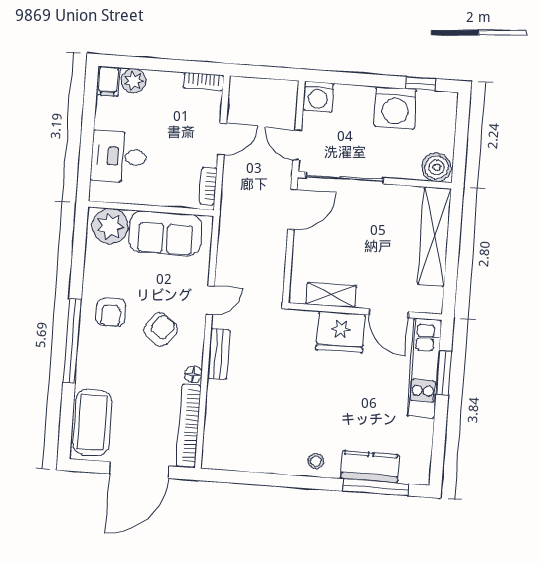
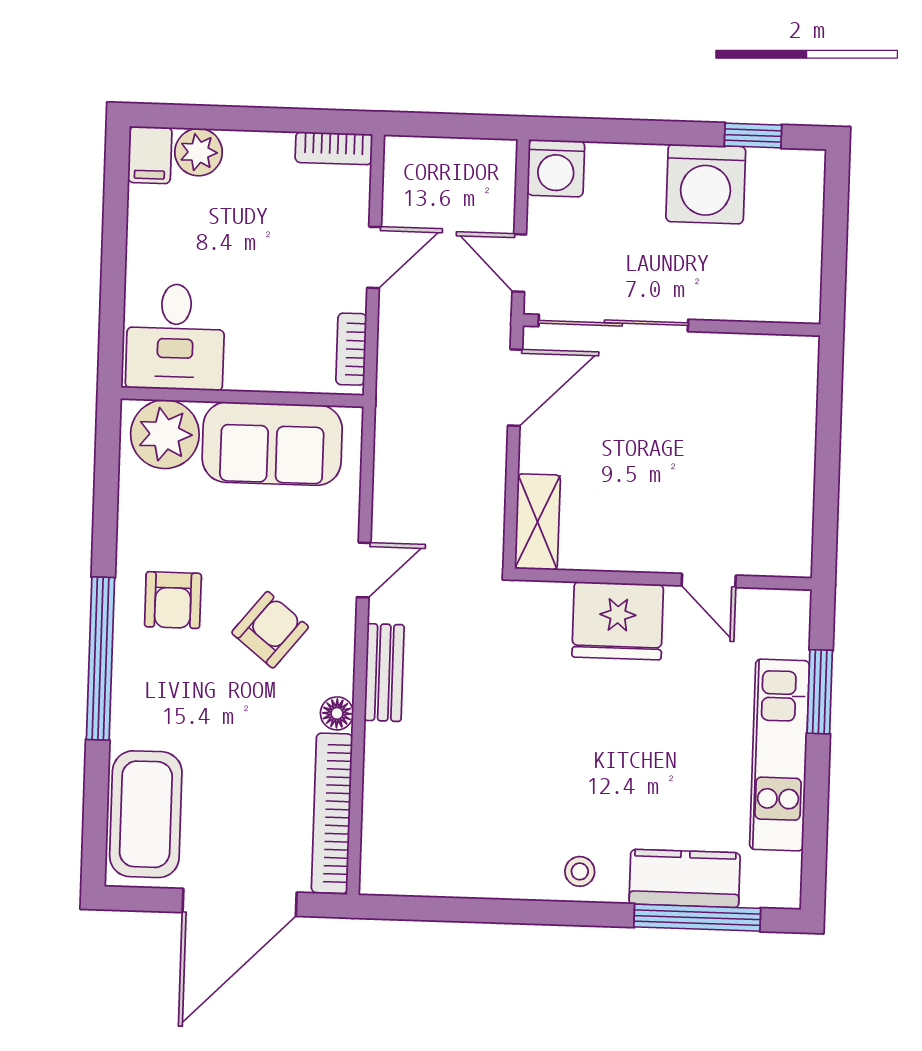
desk: (119, 156) -> (175, 337), moved, turned -90
boiler: (437, 167) -> (790, 295), removed
shelving: (434, 237) -> (791, 429), removed
shelving: (331, 295) -> (537, 522), moved, turned 90
door: (389, 313) -> (709, 581), width x0.73
kitchen unit: (424, 368) -> (779, 755), moved

